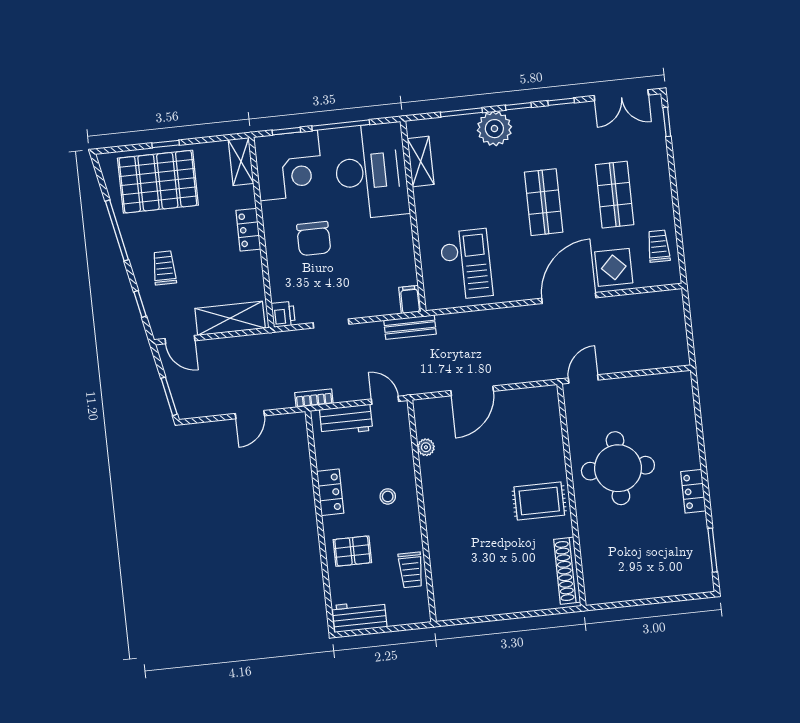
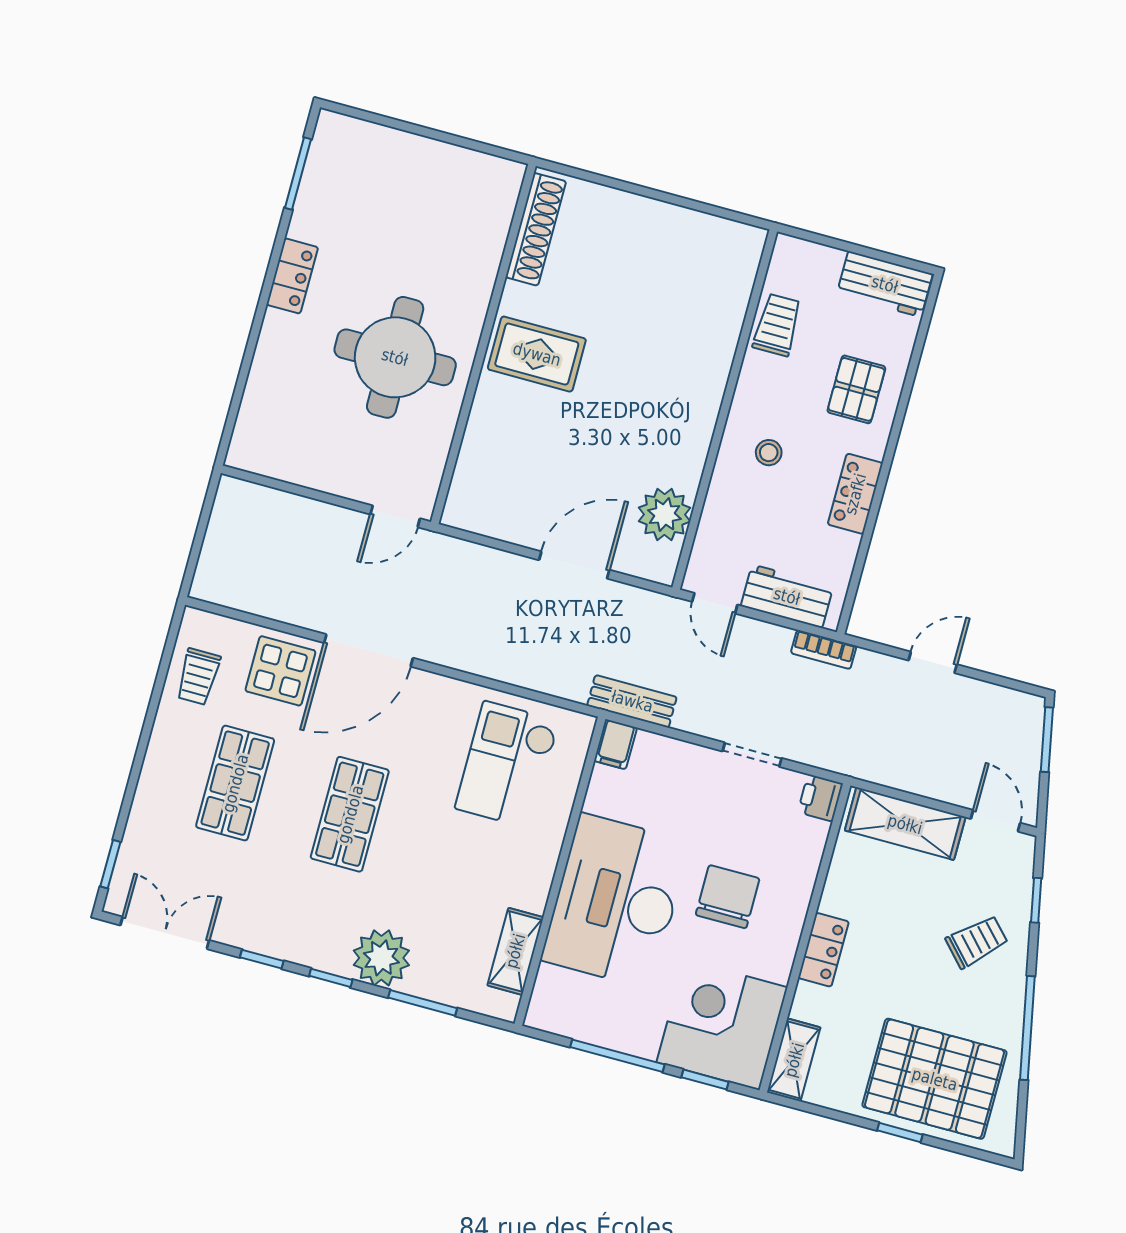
desk: (371, 171) -> (616, 901), moved
trolley: (164, 268) -> (977, 942), turned -133
plant: (426, 447) -> (664, 515), width x1.87, depth x1.87
pallet: (352, 551) -> (856, 389), turned 90

